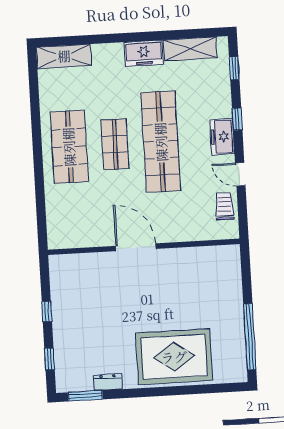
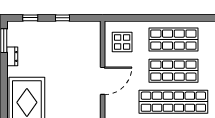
shop shelf: (115, 144) -> (173, 71), width x1.43, depth x1.36
display table: (77, 222) -> (122, 42), added

